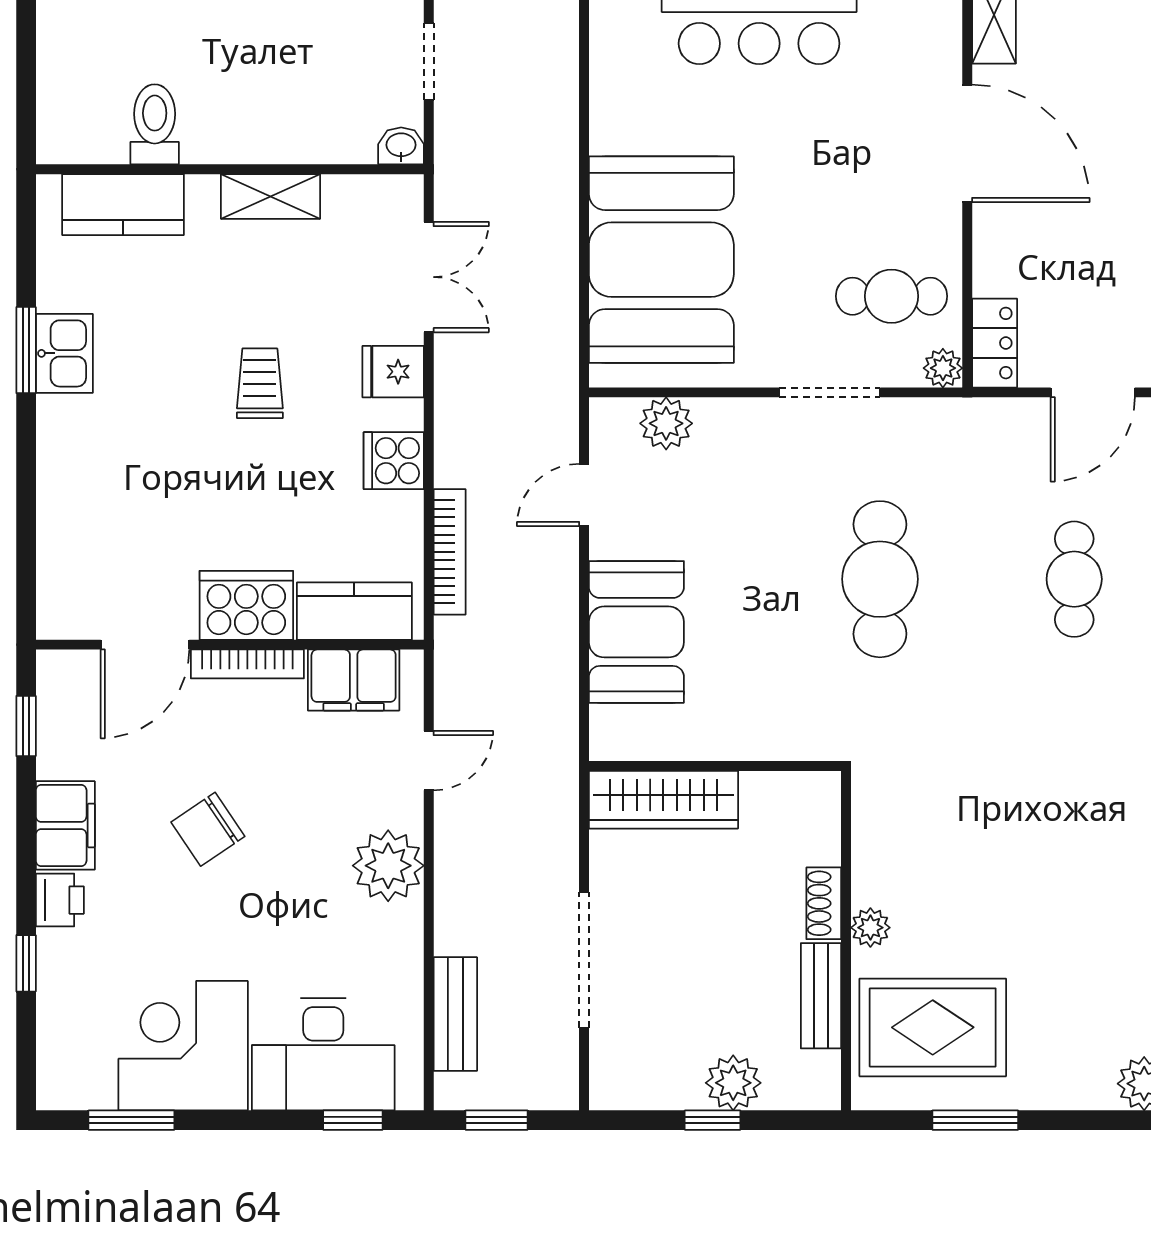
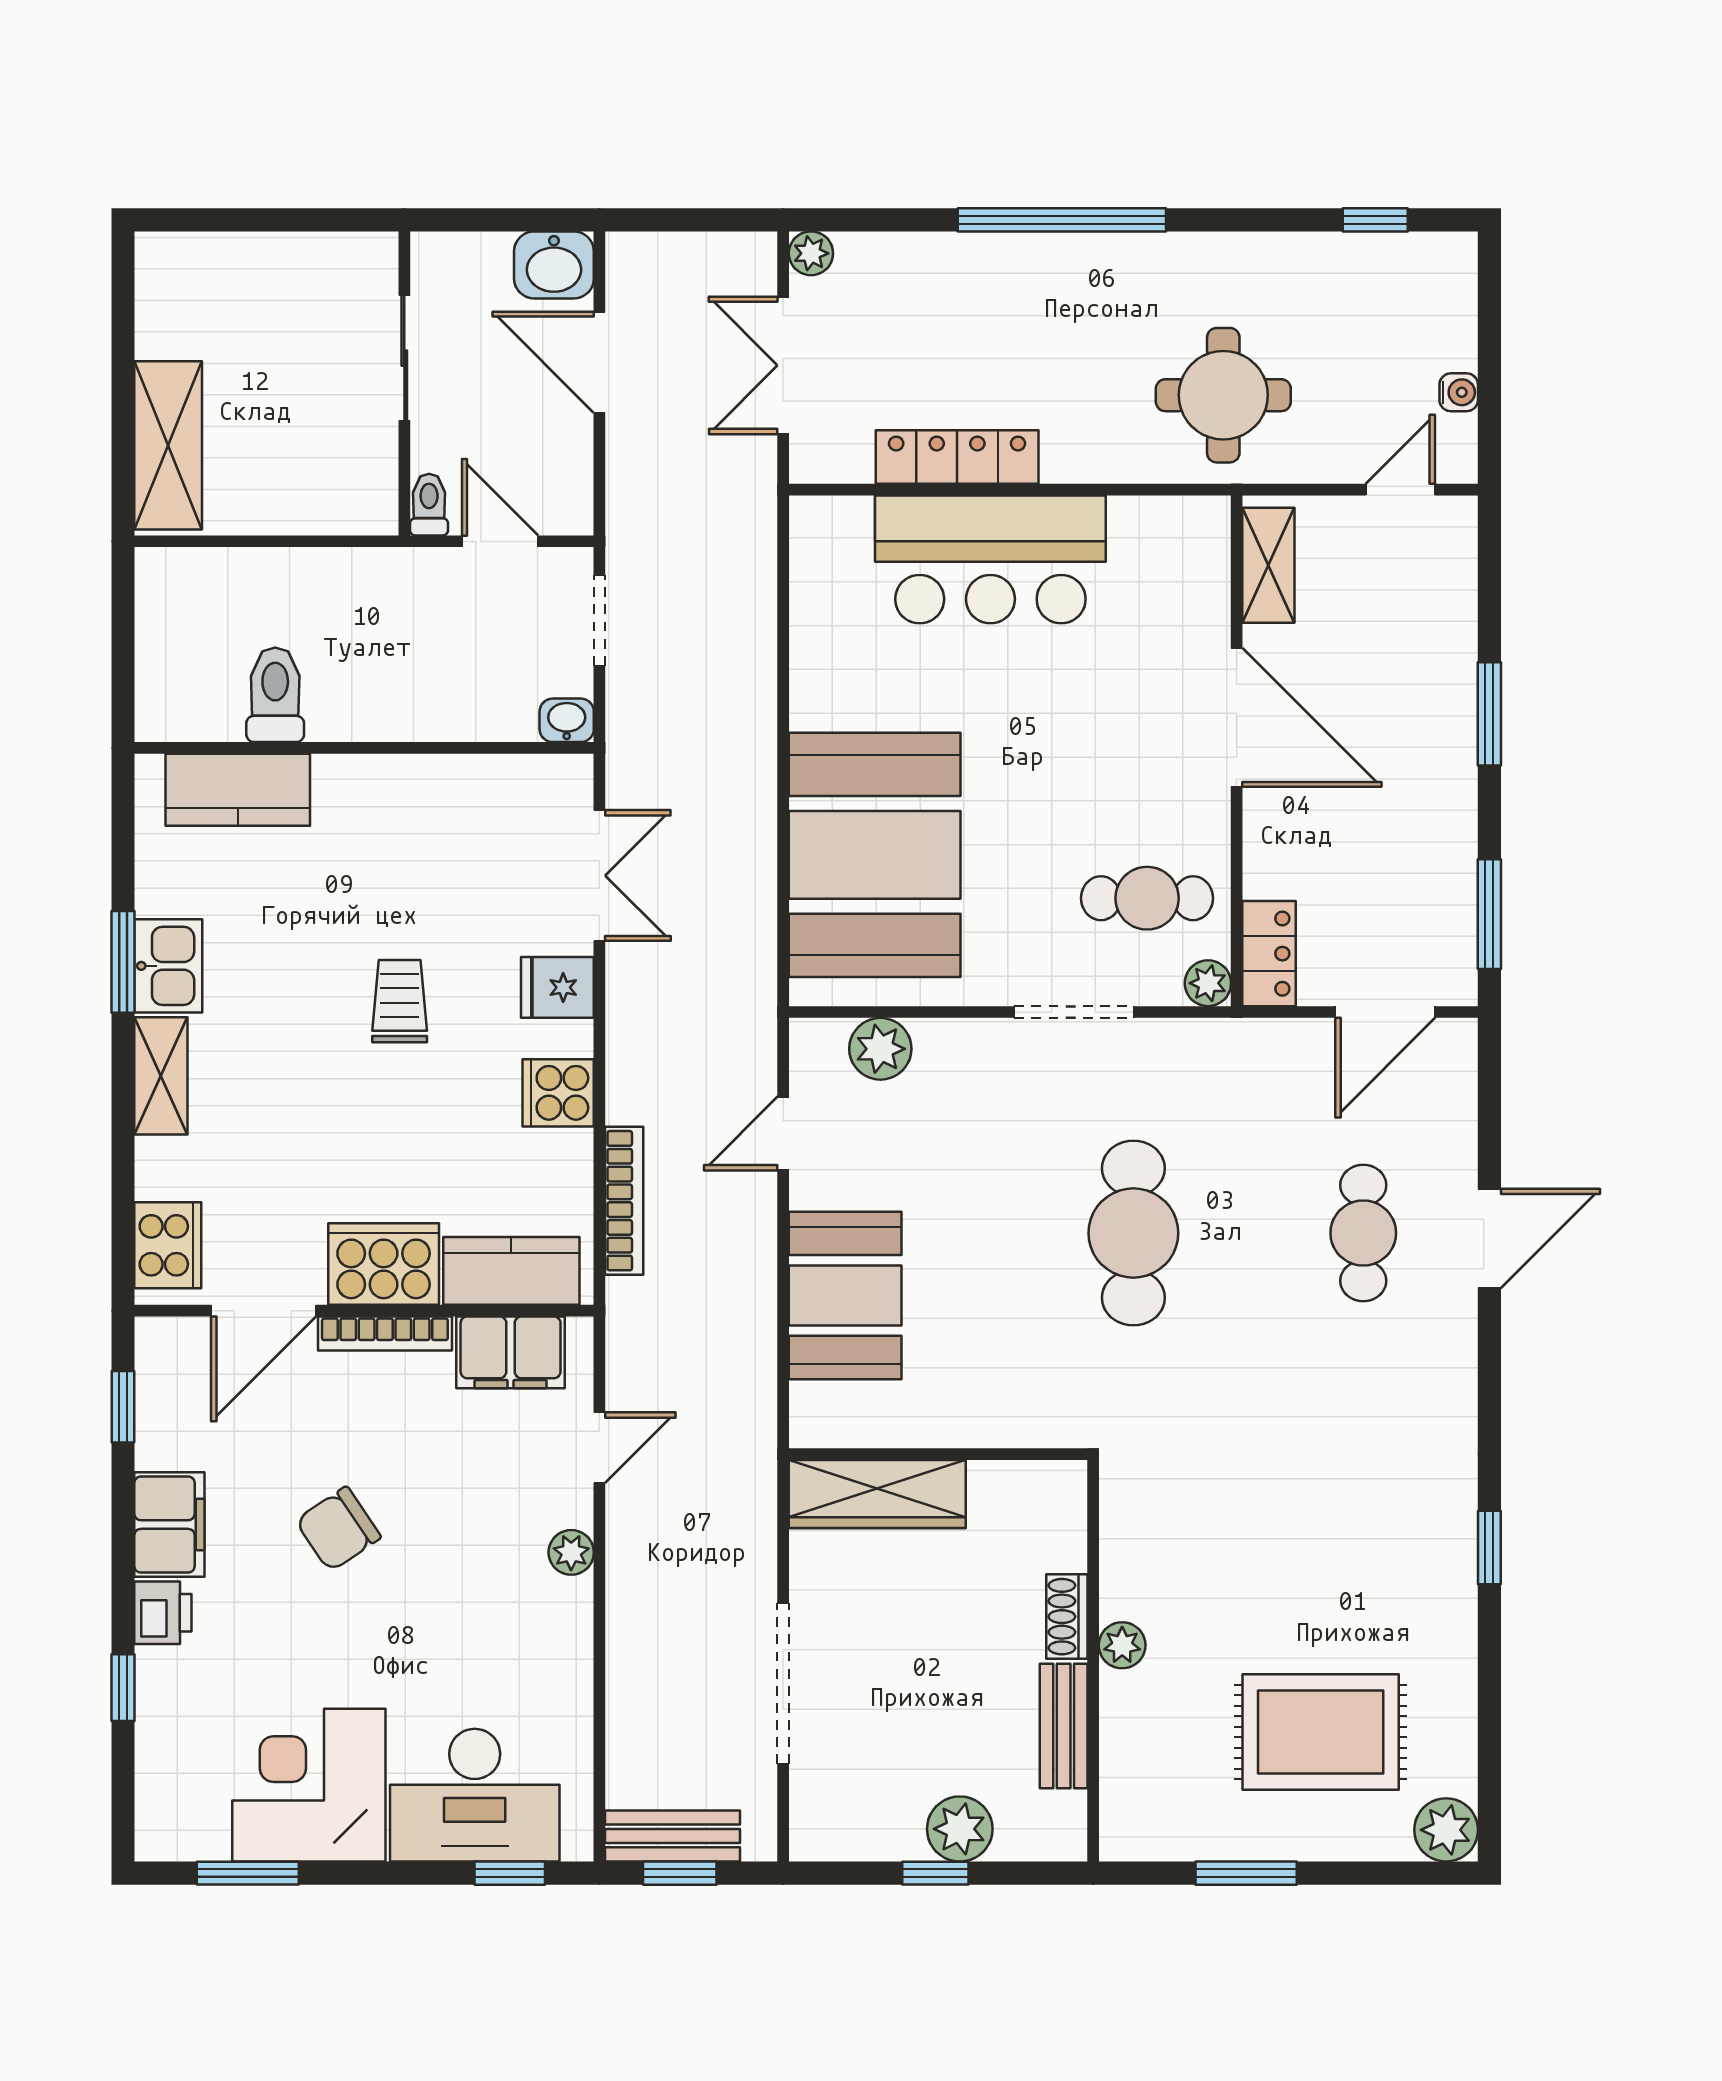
shelving: (271, 196) -> (161, 1076), moved, turned 90
cooker: (64, 590) -> (168, 1245), added
plant: (388, 866) -> (571, 1552), width x0.53, depth x0.53
bench: (455, 1014) -> (673, 1836), moved, turned 90
rug: (933, 1027) -> (1321, 1732), moved

